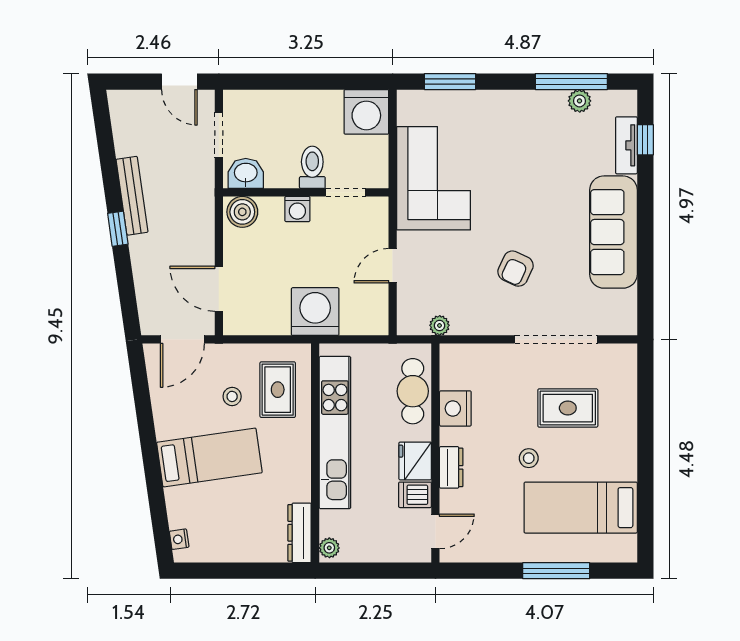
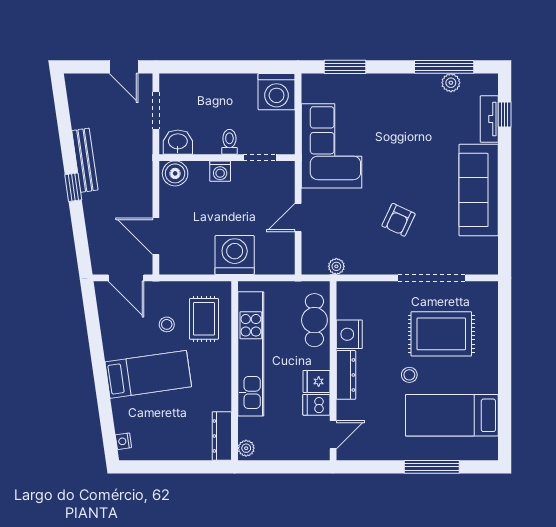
toilet: (312, 167) -> (229, 142), width x0.73, depth x0.72
door: (182, 339) -> (126, 278), hinge flipped
rug: (568, 408) -> (441, 334), width x1.36, depth x1.43
fridge: (415, 461) -> (316, 381), width x0.72
dresser: (451, 467) -> (346, 375), width x1.44

